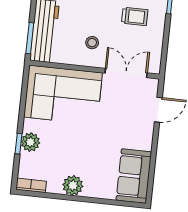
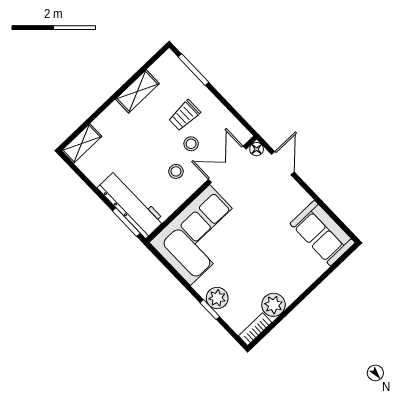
trolley: (135, 16) -> (184, 115), turned 180
stool: (119, 37) -> (191, 144), added
floor lamp: (153, 84) -> (257, 149), added
plant: (73, 185) -> (273, 305), moved

